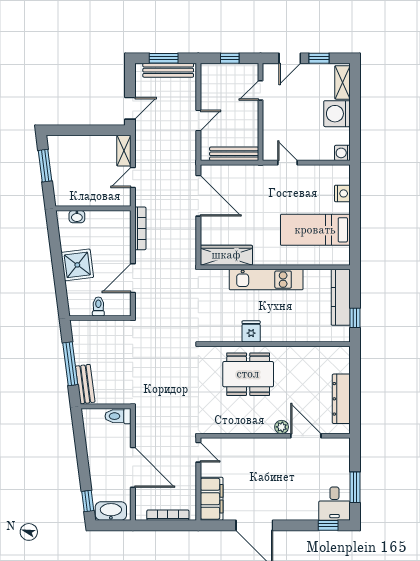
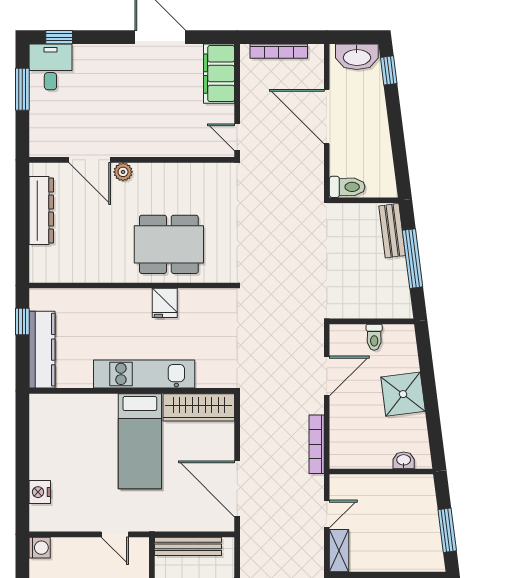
bed: (315, 230) -> (140, 441), moved, turned 90

